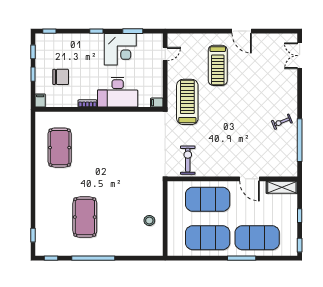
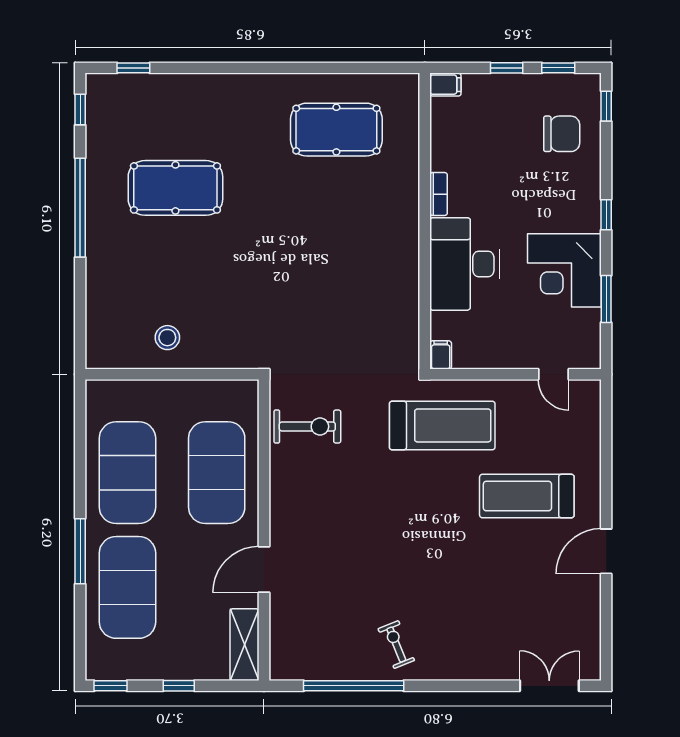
chair: (61, 77) -> (562, 134), moved, turned -90

